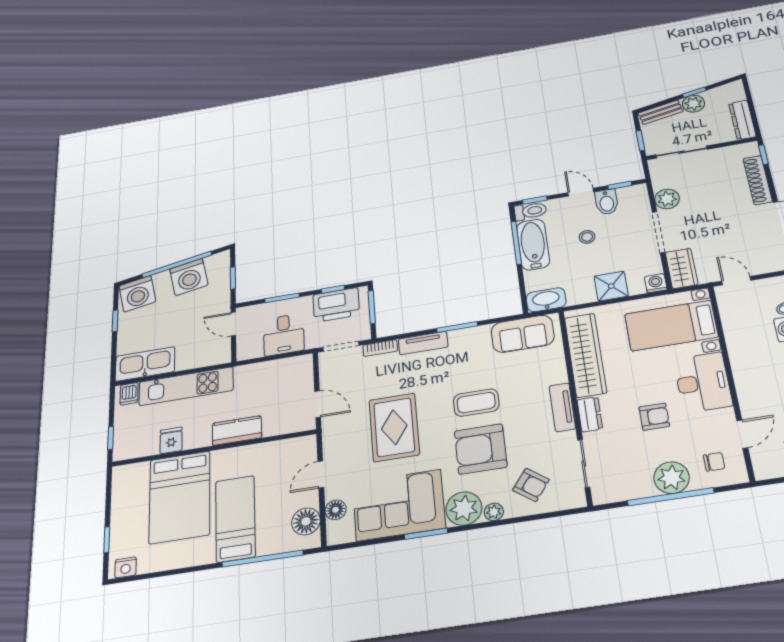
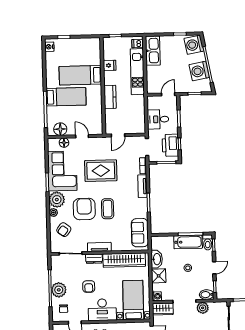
bidet: (607, 202) -> (207, 295), moved
washbasin: (546, 300) -> (157, 259), moved
bed: (180, 497) -> (80, 75), width x0.67

